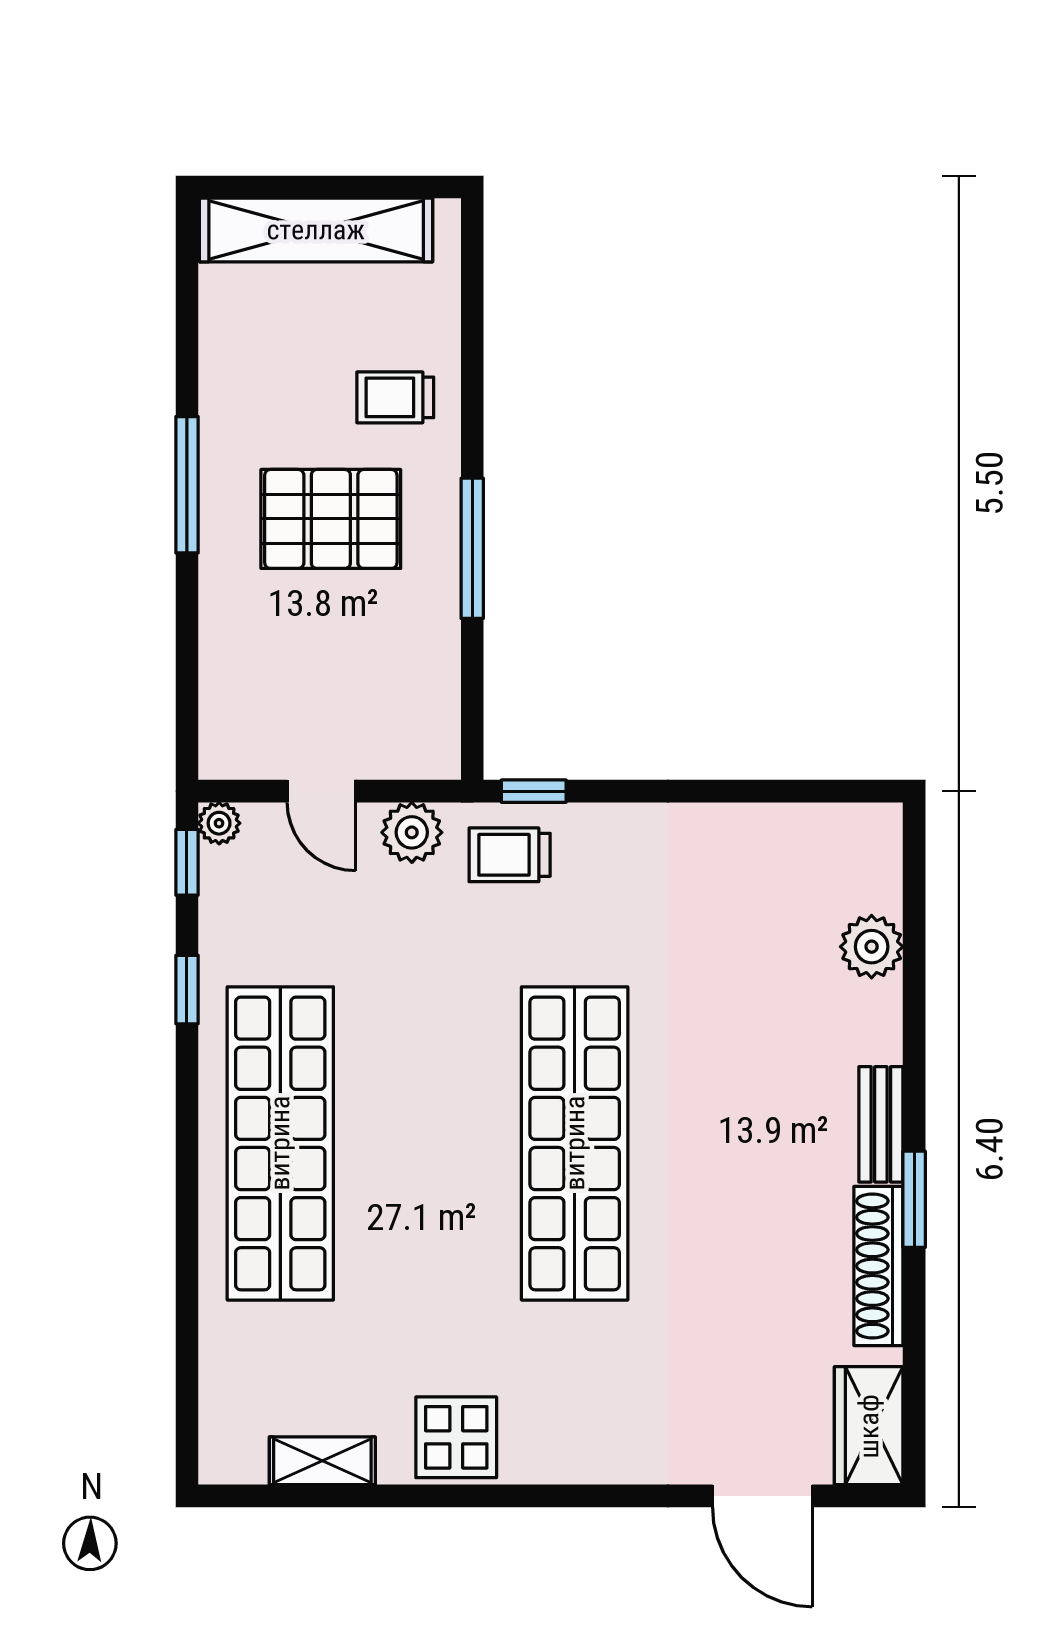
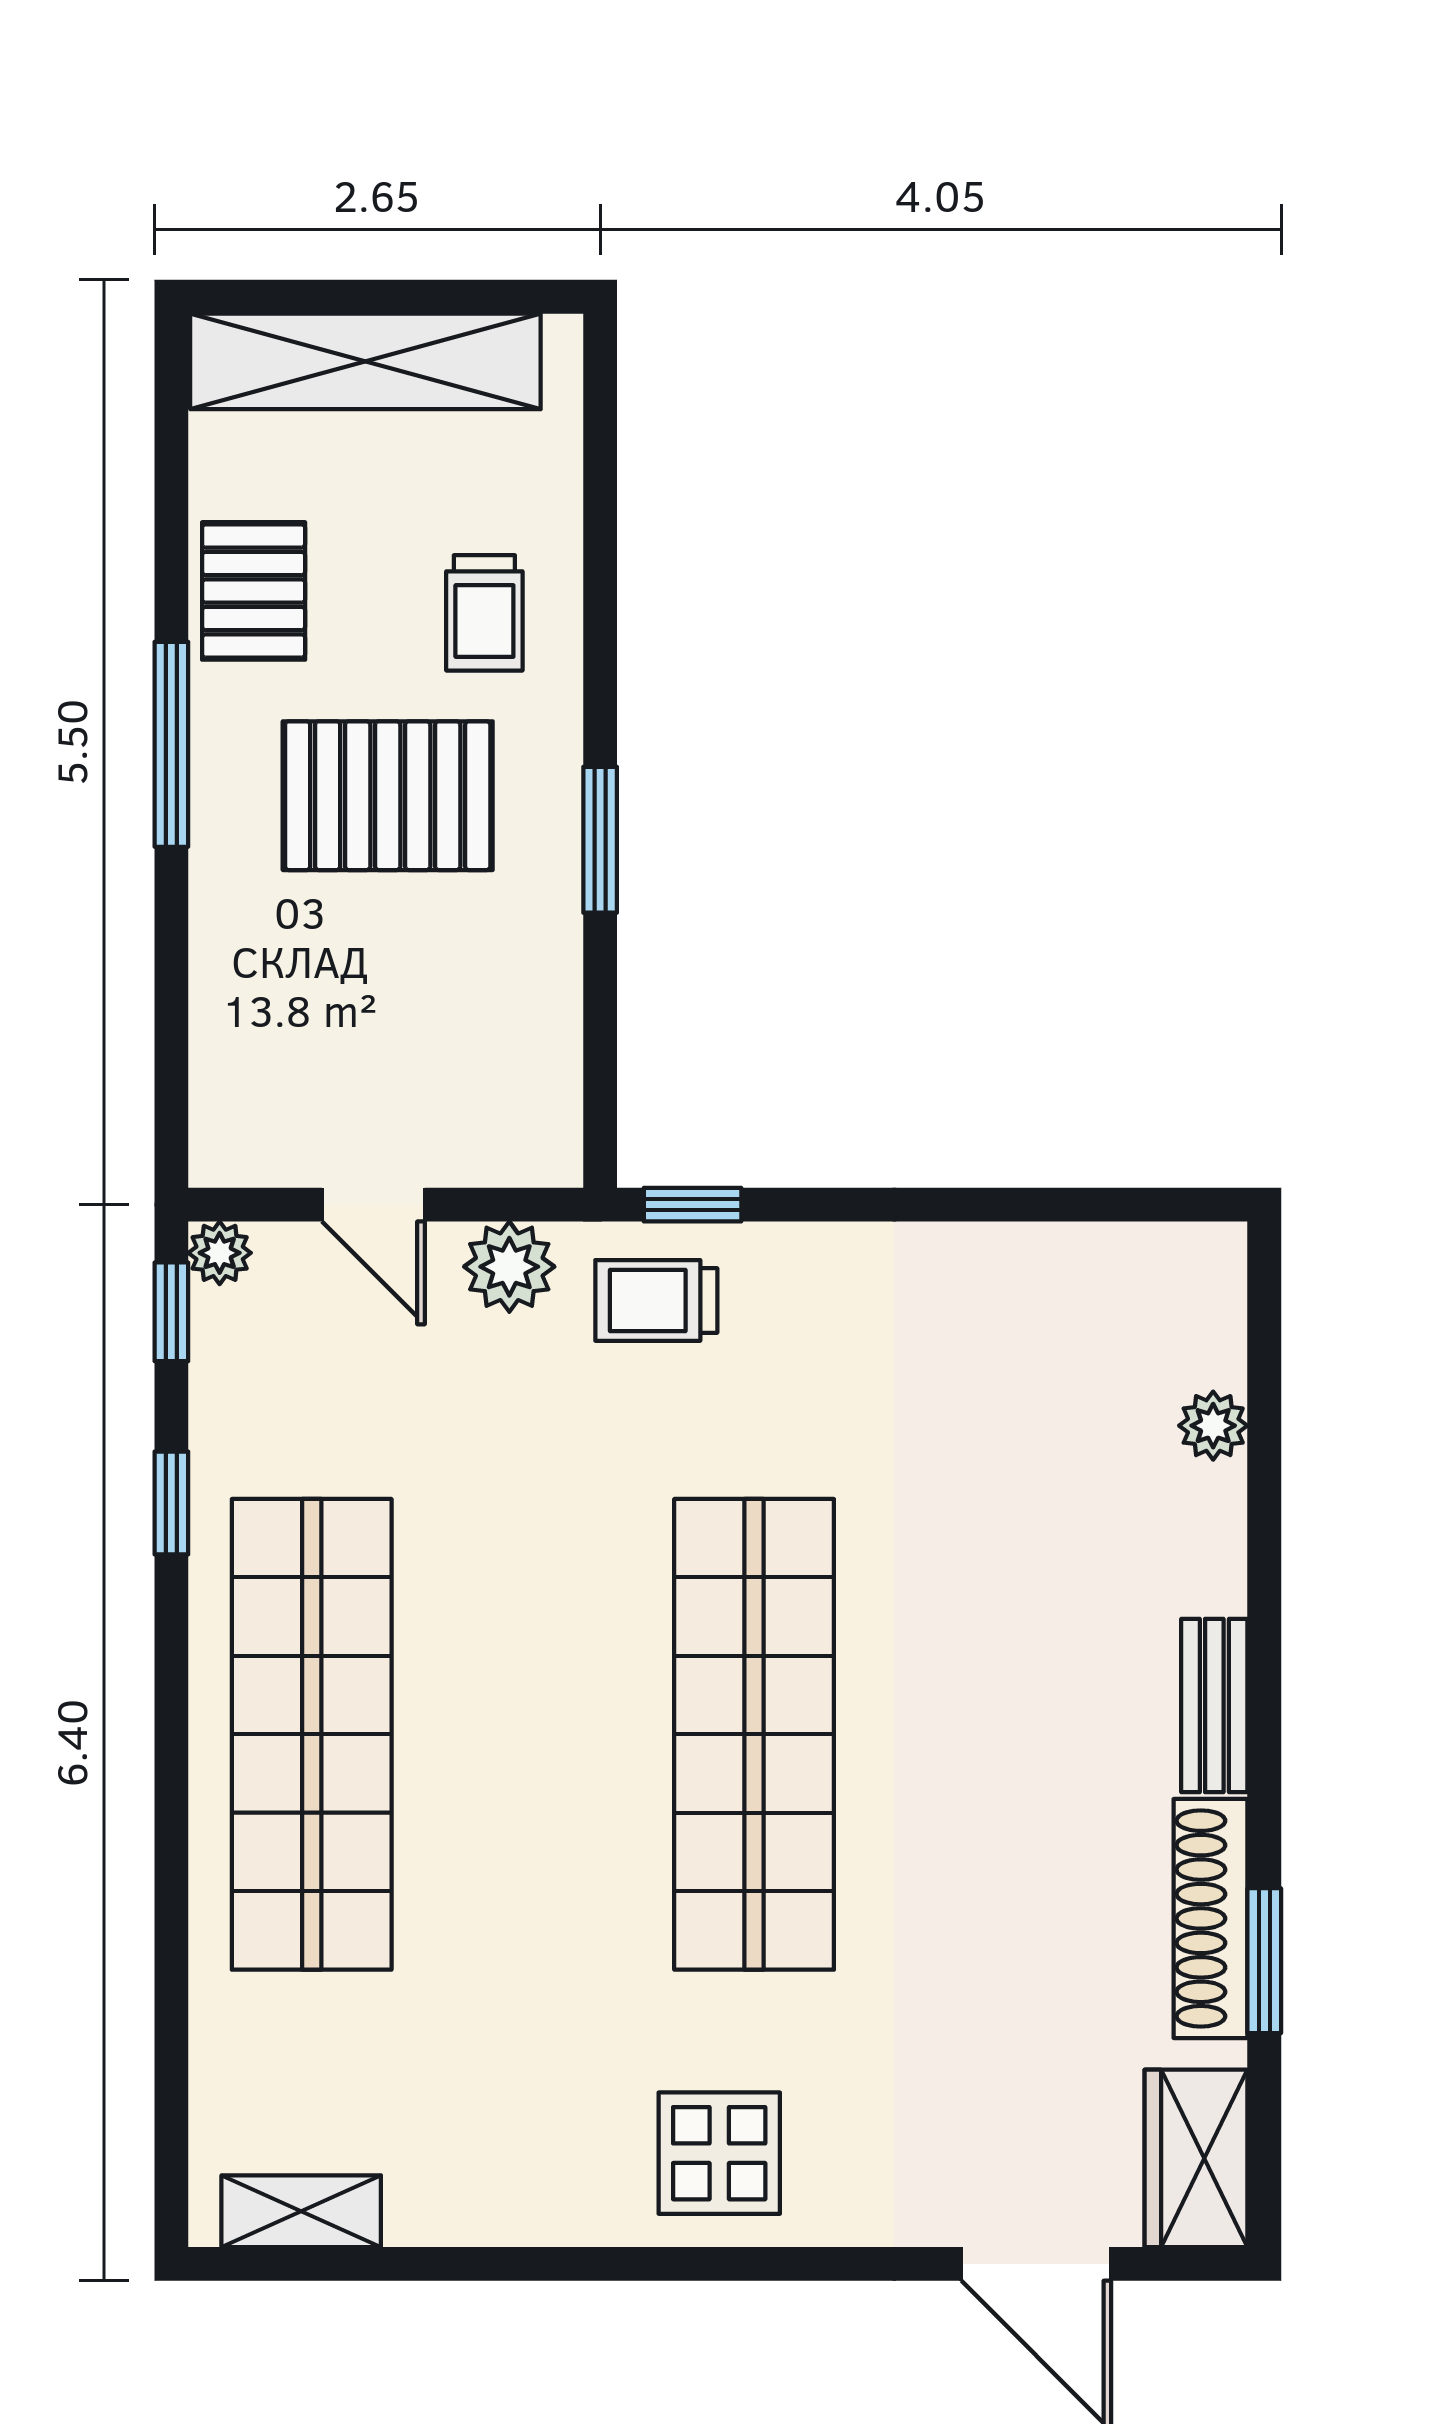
pallet: (242, 383) -> (254, 591), added
trolley: (395, 397) -> (484, 613), turned -90
window: (472, 548) -> (600, 840), width x0.69
plant: (872, 947) -> (1213, 1426), width x0.73, depth x0.73
window: (914, 1199) -> (1264, 1961), moved
display table: (456, 1437) -> (719, 2153), moved
shelving: (322, 1461) -> (301, 2211), moved

